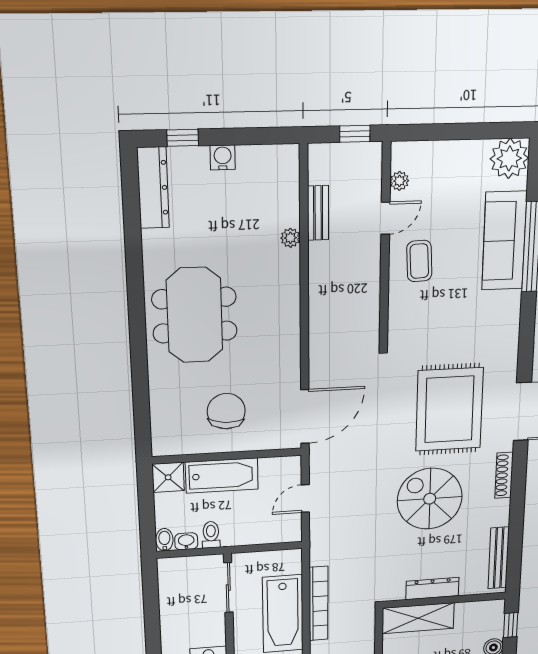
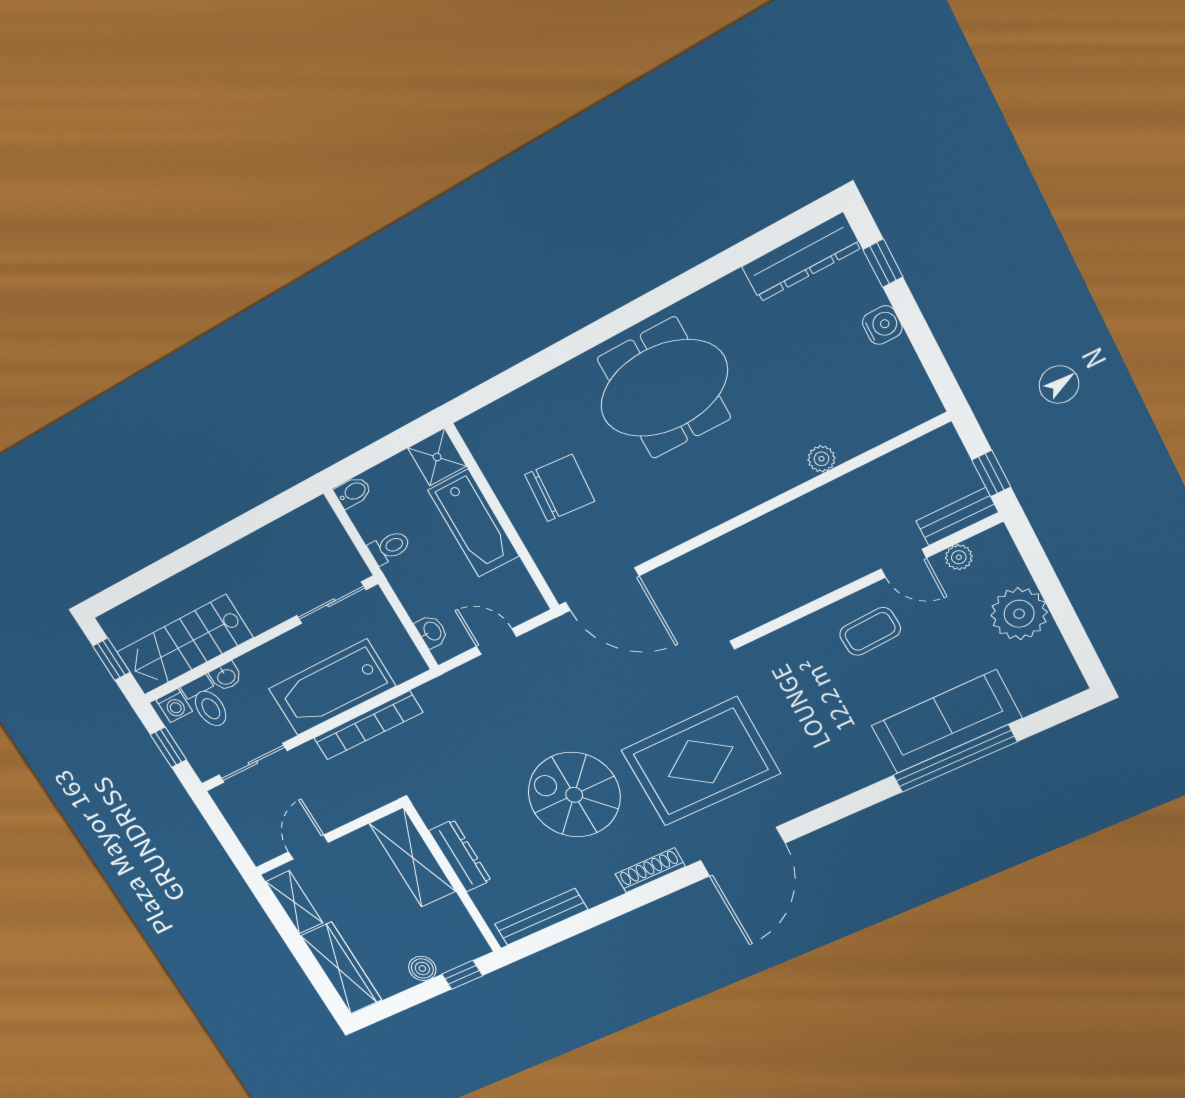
plant: (509, 158) -> (1019, 614), moved
bench: (318, 213) -> (957, 517), moved
spiral stairs: (430, 499) -> (574, 795), turned -90
washbasin: (186, 541) -> (432, 631), moved

